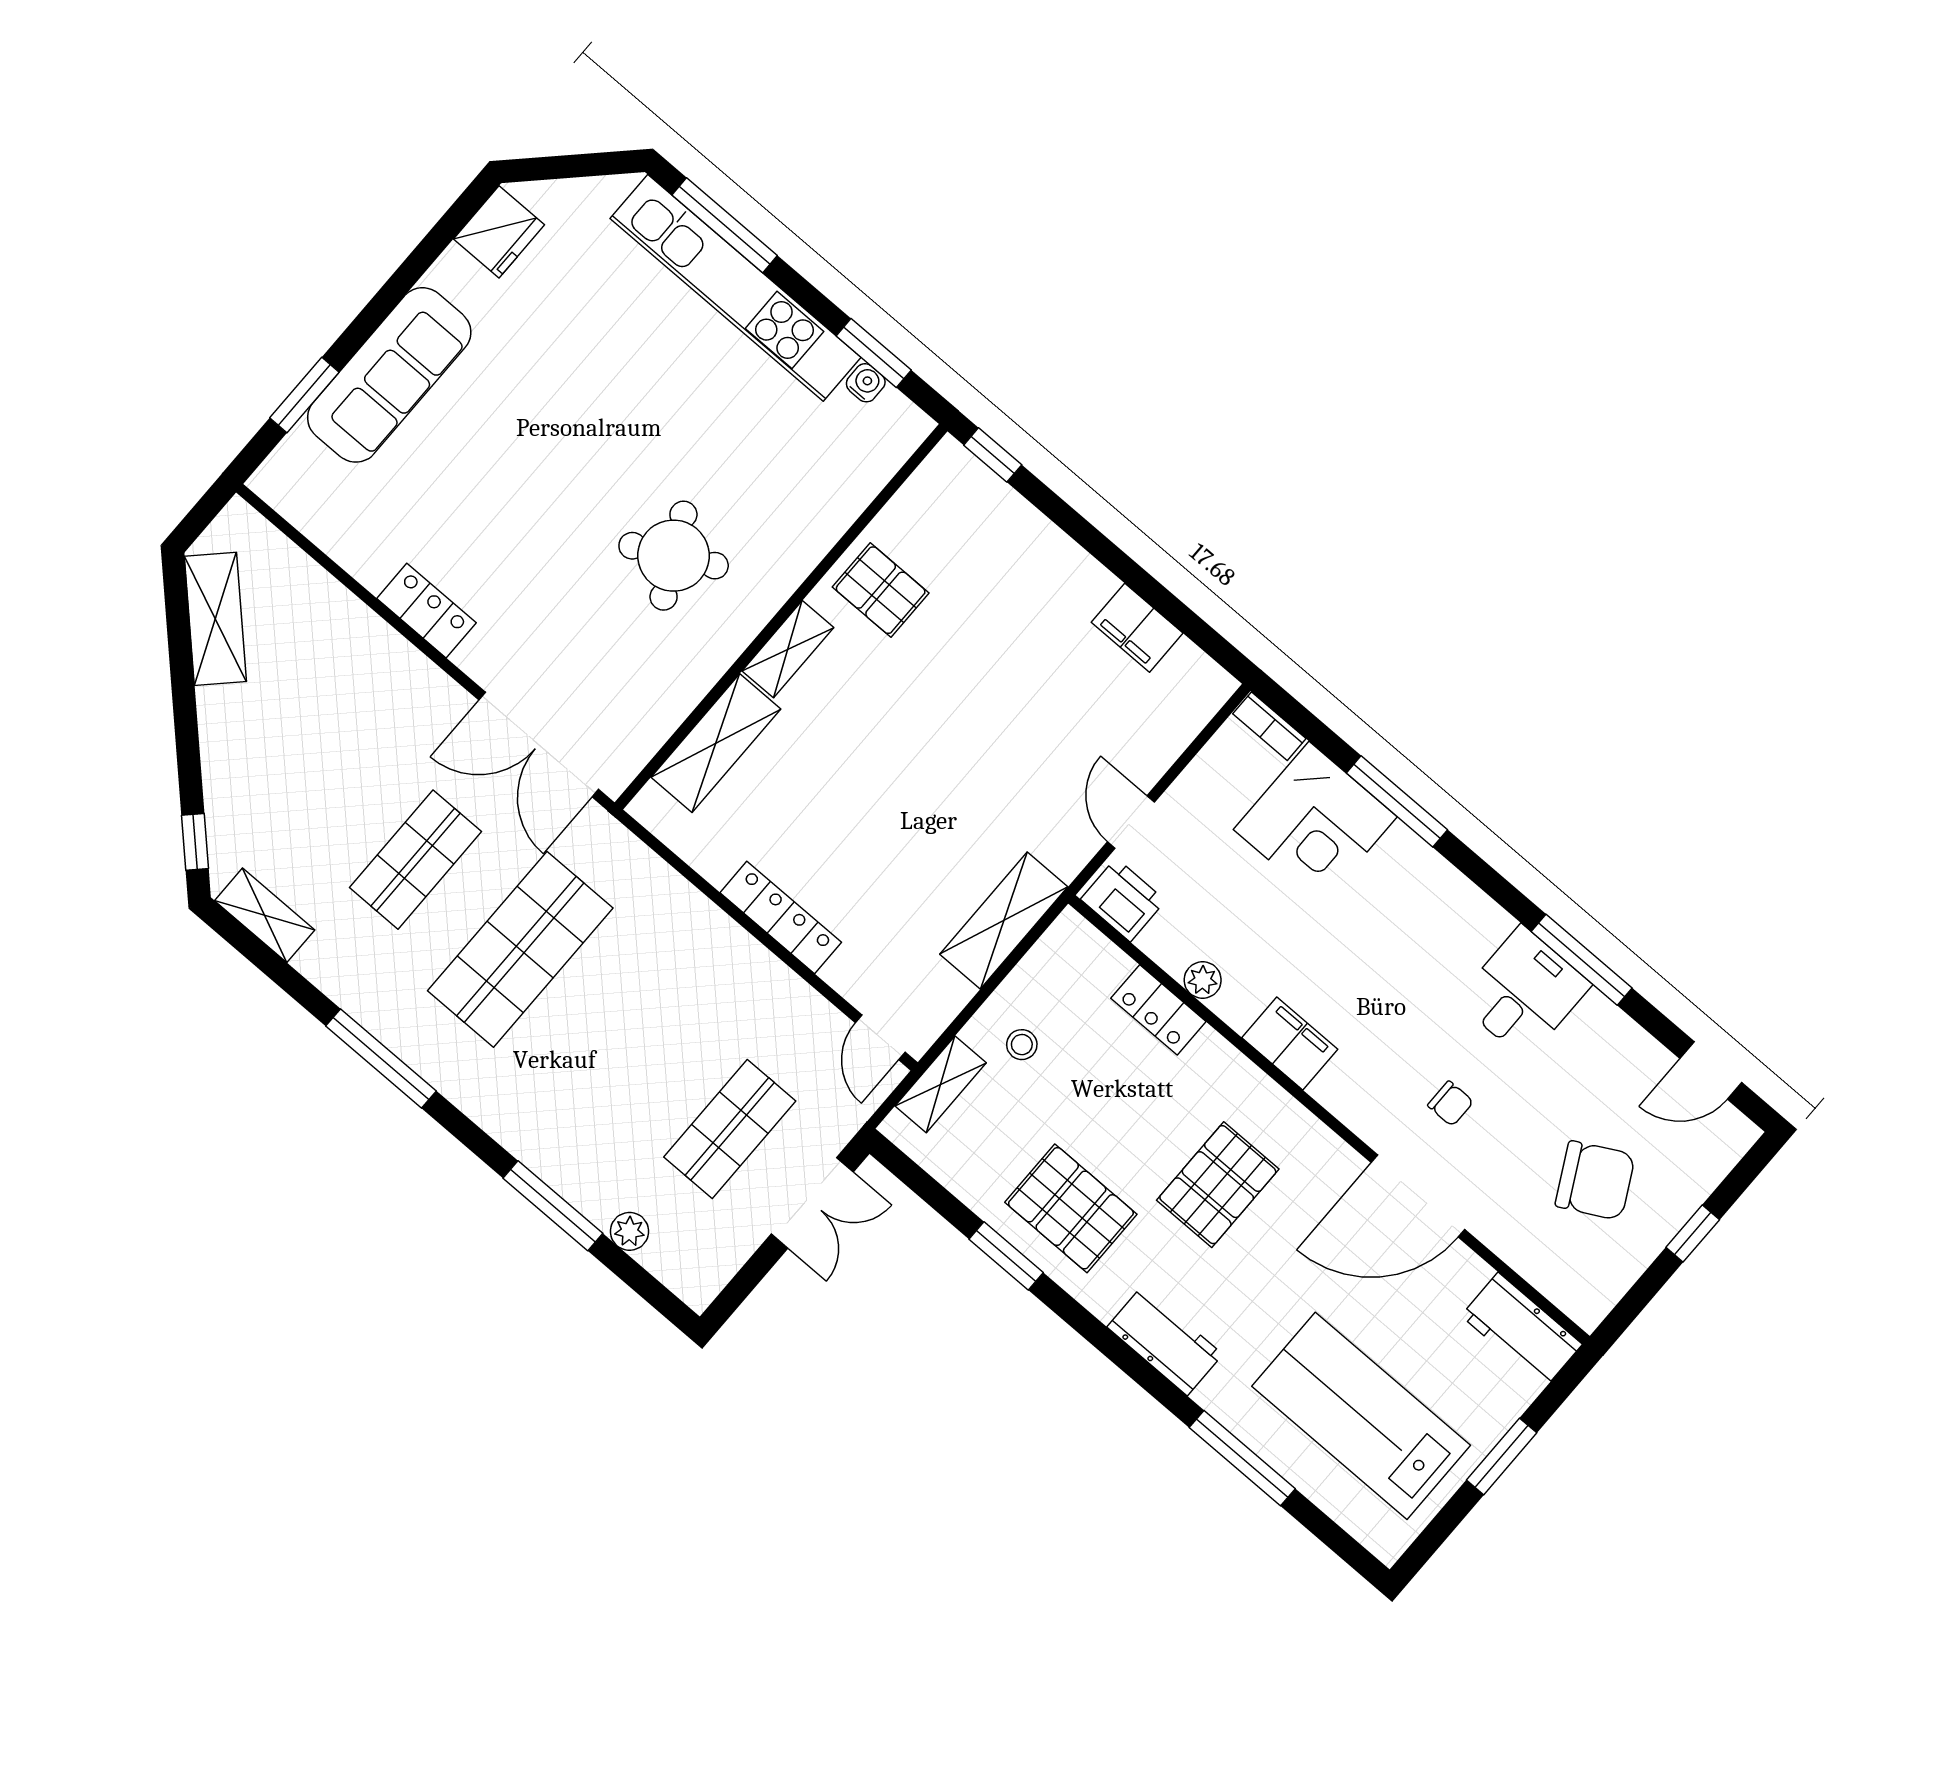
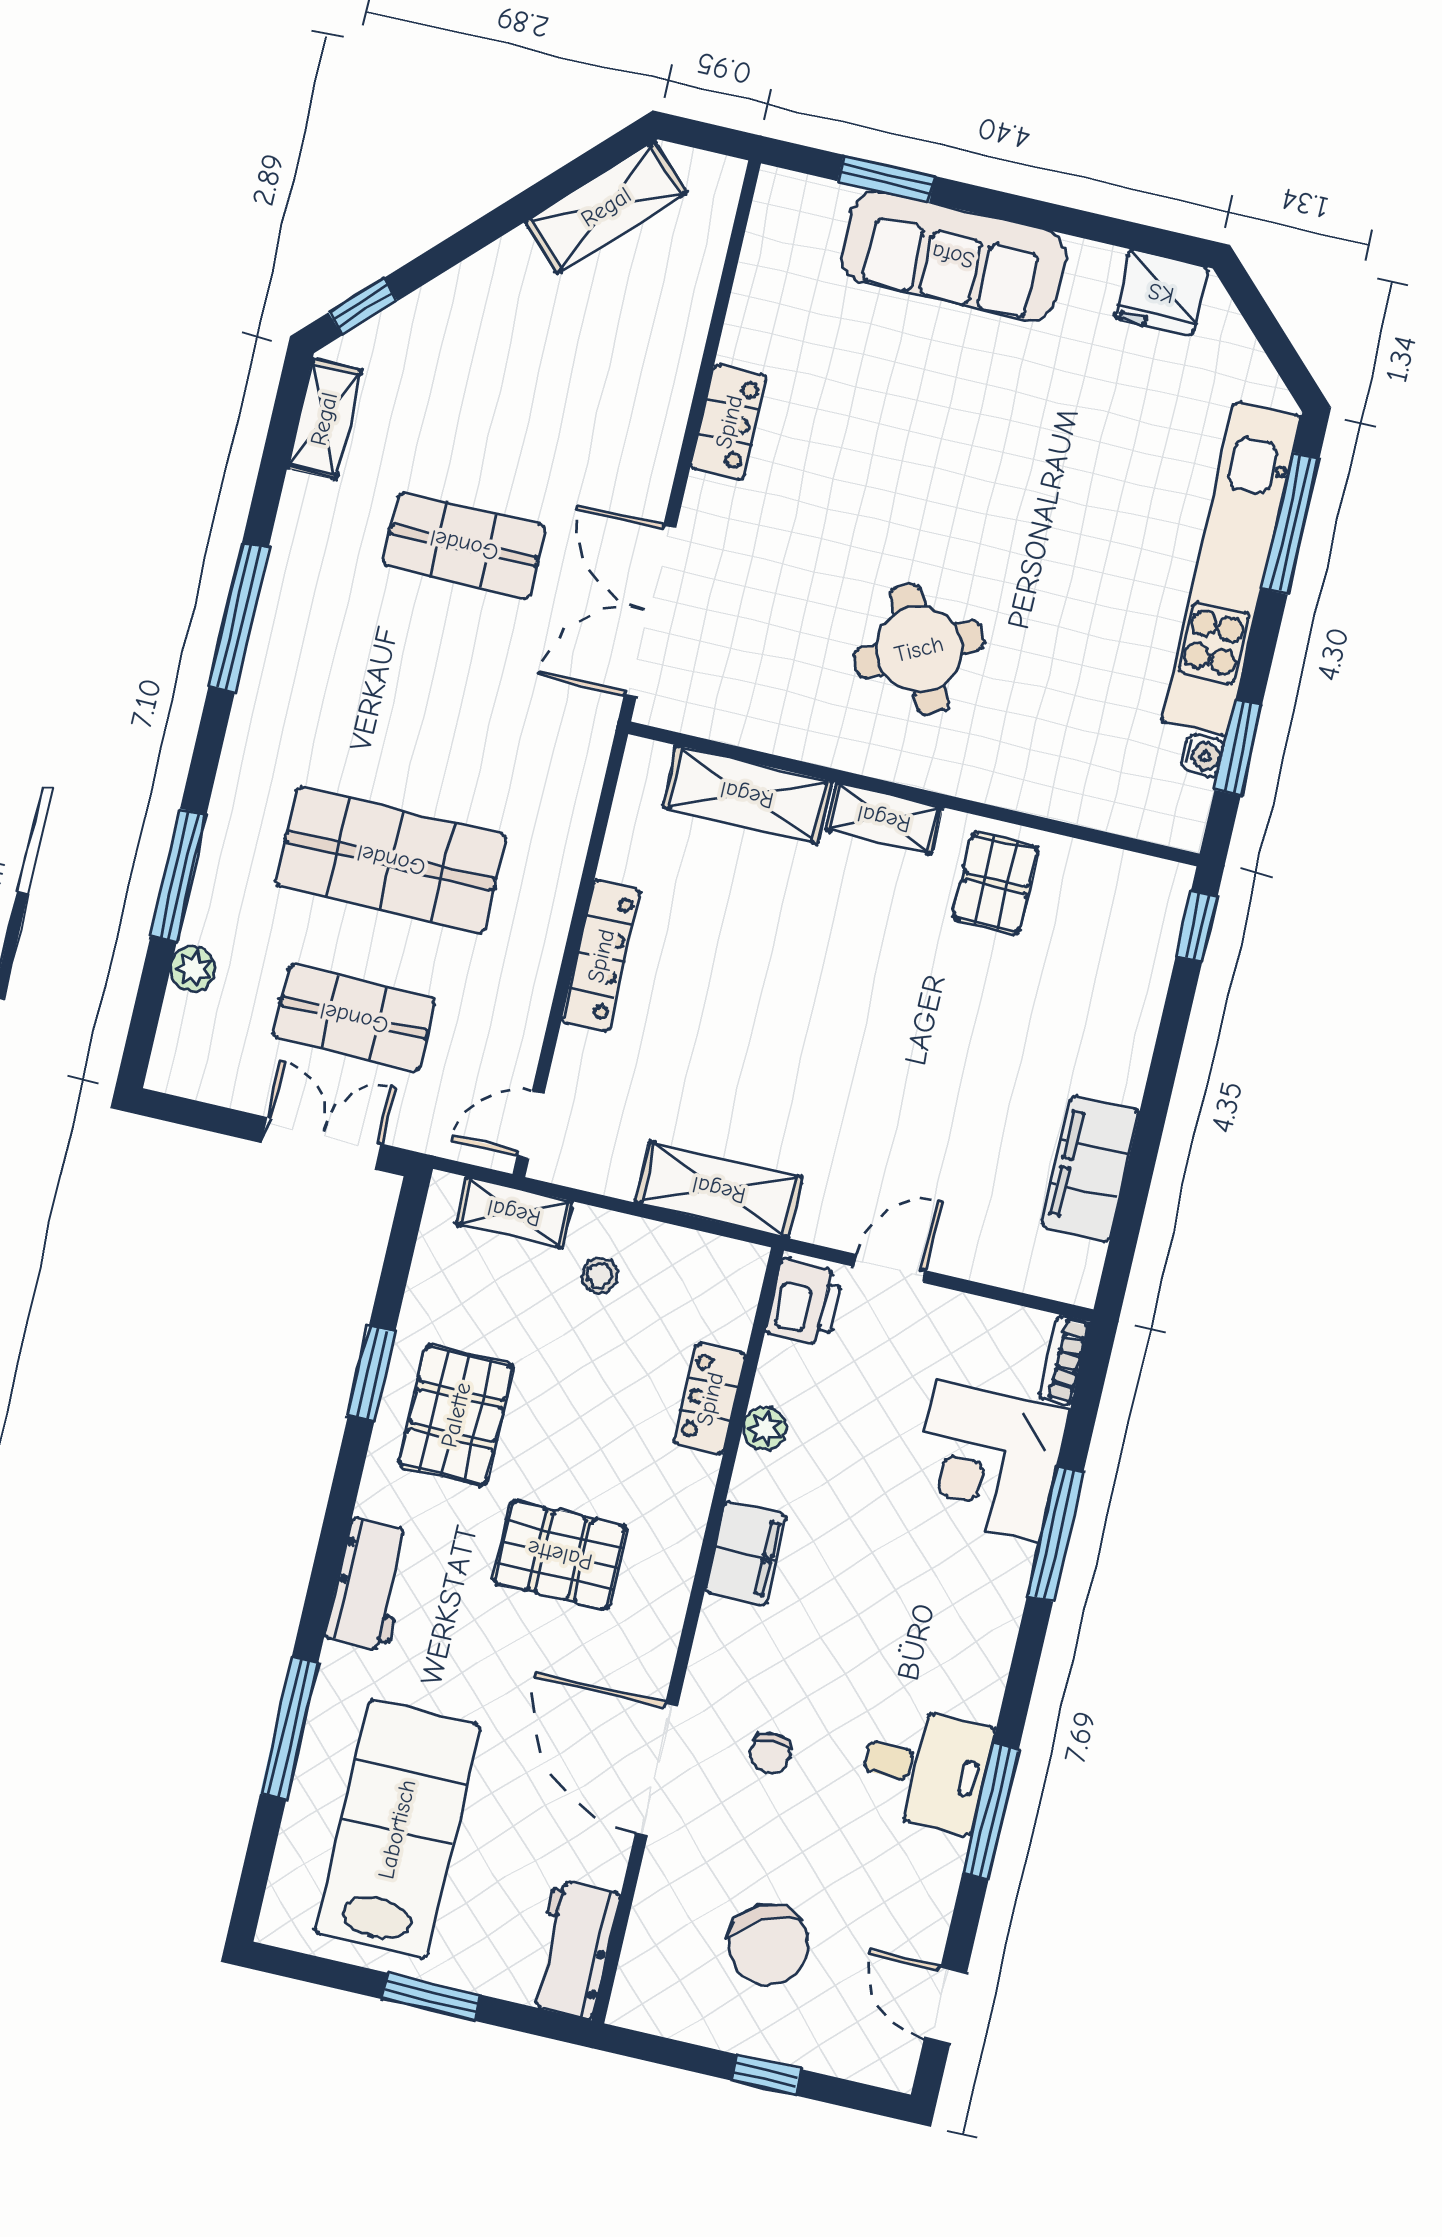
filing cabinet: (1137, 628) -> (1090, 1169), width x1.50, depth x1.17
shop shelf: (520, 949) -> (391, 860), moved
double door: (812, 1203) -> (322, 1143), swing flipped

